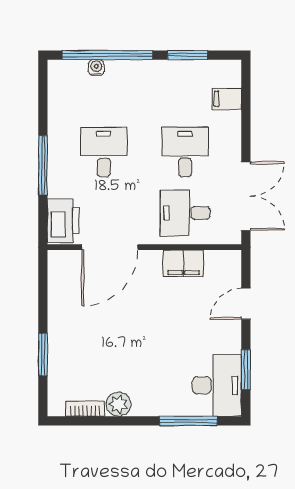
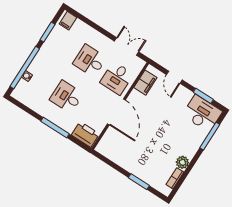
filing cabinet: (227, 99) -> (68, 21), moved
double door: (246, 196) -> (127, 46), width x0.73
door: (110, 247) -> (116, 112), moved
filing cabinet: (184, 263) -> (145, 83), moved

